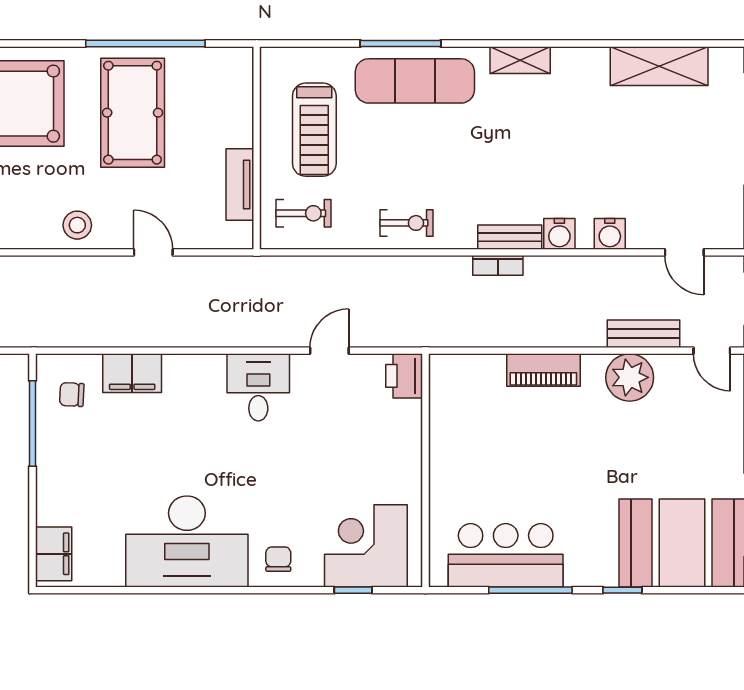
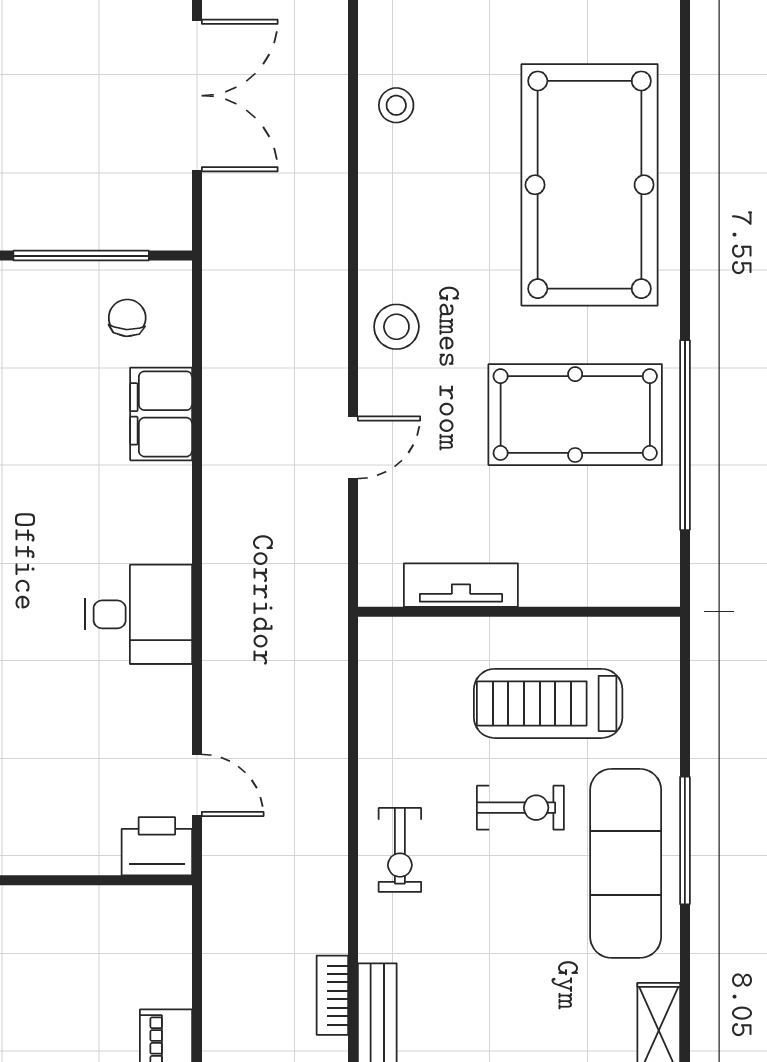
exercise bike: (303, 213) -> (520, 808), moved, turned -90
door: (329, 351) -> (197, 785), moved

